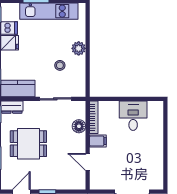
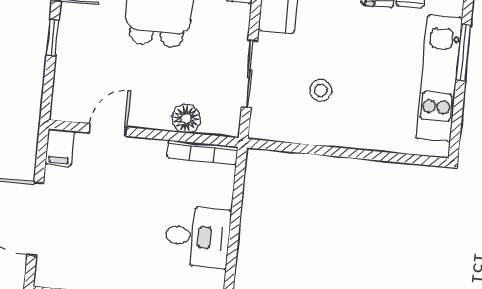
plant: (79, 48) -> (353, 134), removed
filing cabinet: (98, 141) -> (60, 148), moved

